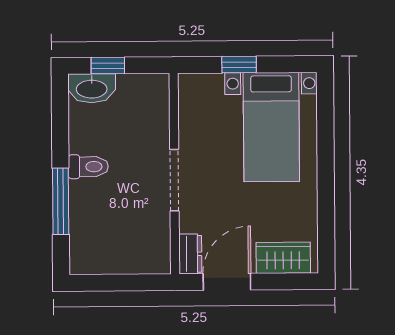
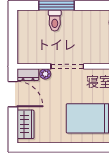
toilet: (88, 167) -> (55, 20), moved
plant: (189, 222) -> (45, 74), added

